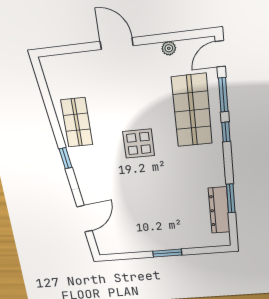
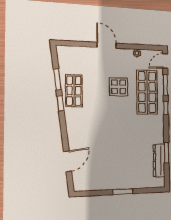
window: (50, 109) -> (57, 79), added
display table: (139, 144) -> (119, 87), moved
window: (66, 158) -> (60, 103), moved

